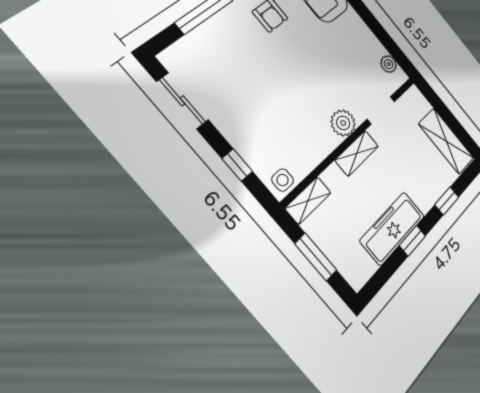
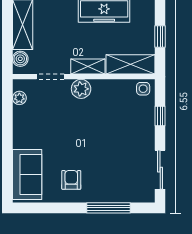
boiler: (420, 105) -> (20, 59), added
shelving: (308, 200) -> (131, 64), width x1.50, depth x1.33
window: (316, 257) -> (160, 36), width x0.67

